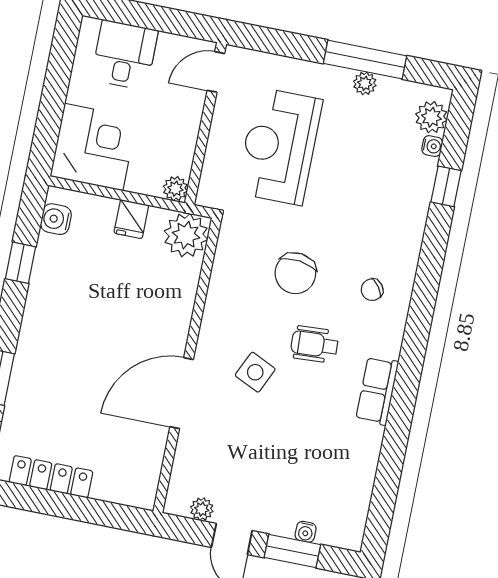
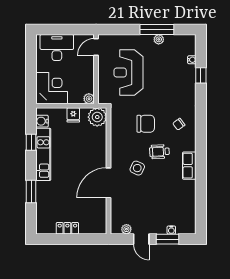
desk: (124, 55) -> (57, 48), width x1.37
plant: (431, 117) -> (189, 48), removed
chair: (295, 273) -> (146, 124), turned -97
kitchen unit: (44, 297) -> (43, 154), added
locker: (51, 477) -> (67, 228), width x0.66

